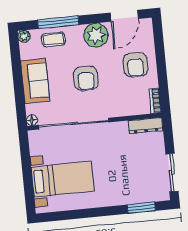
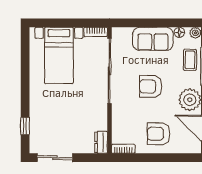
floor lamp: (32, 120) -> (179, 32), moved
dresser: (146, 126) -> (101, 142), width x0.70
bookcase: (34, 143) -> (96, 32), added
window: (141, 208) -> (25, 126), width x0.67

